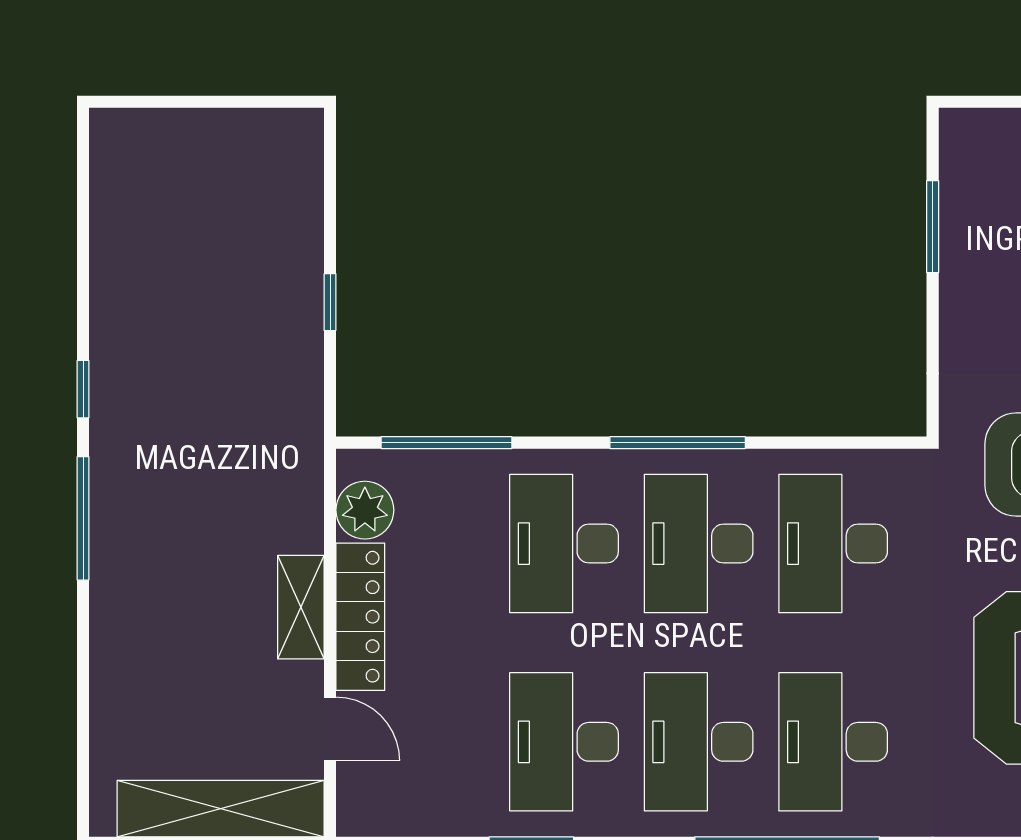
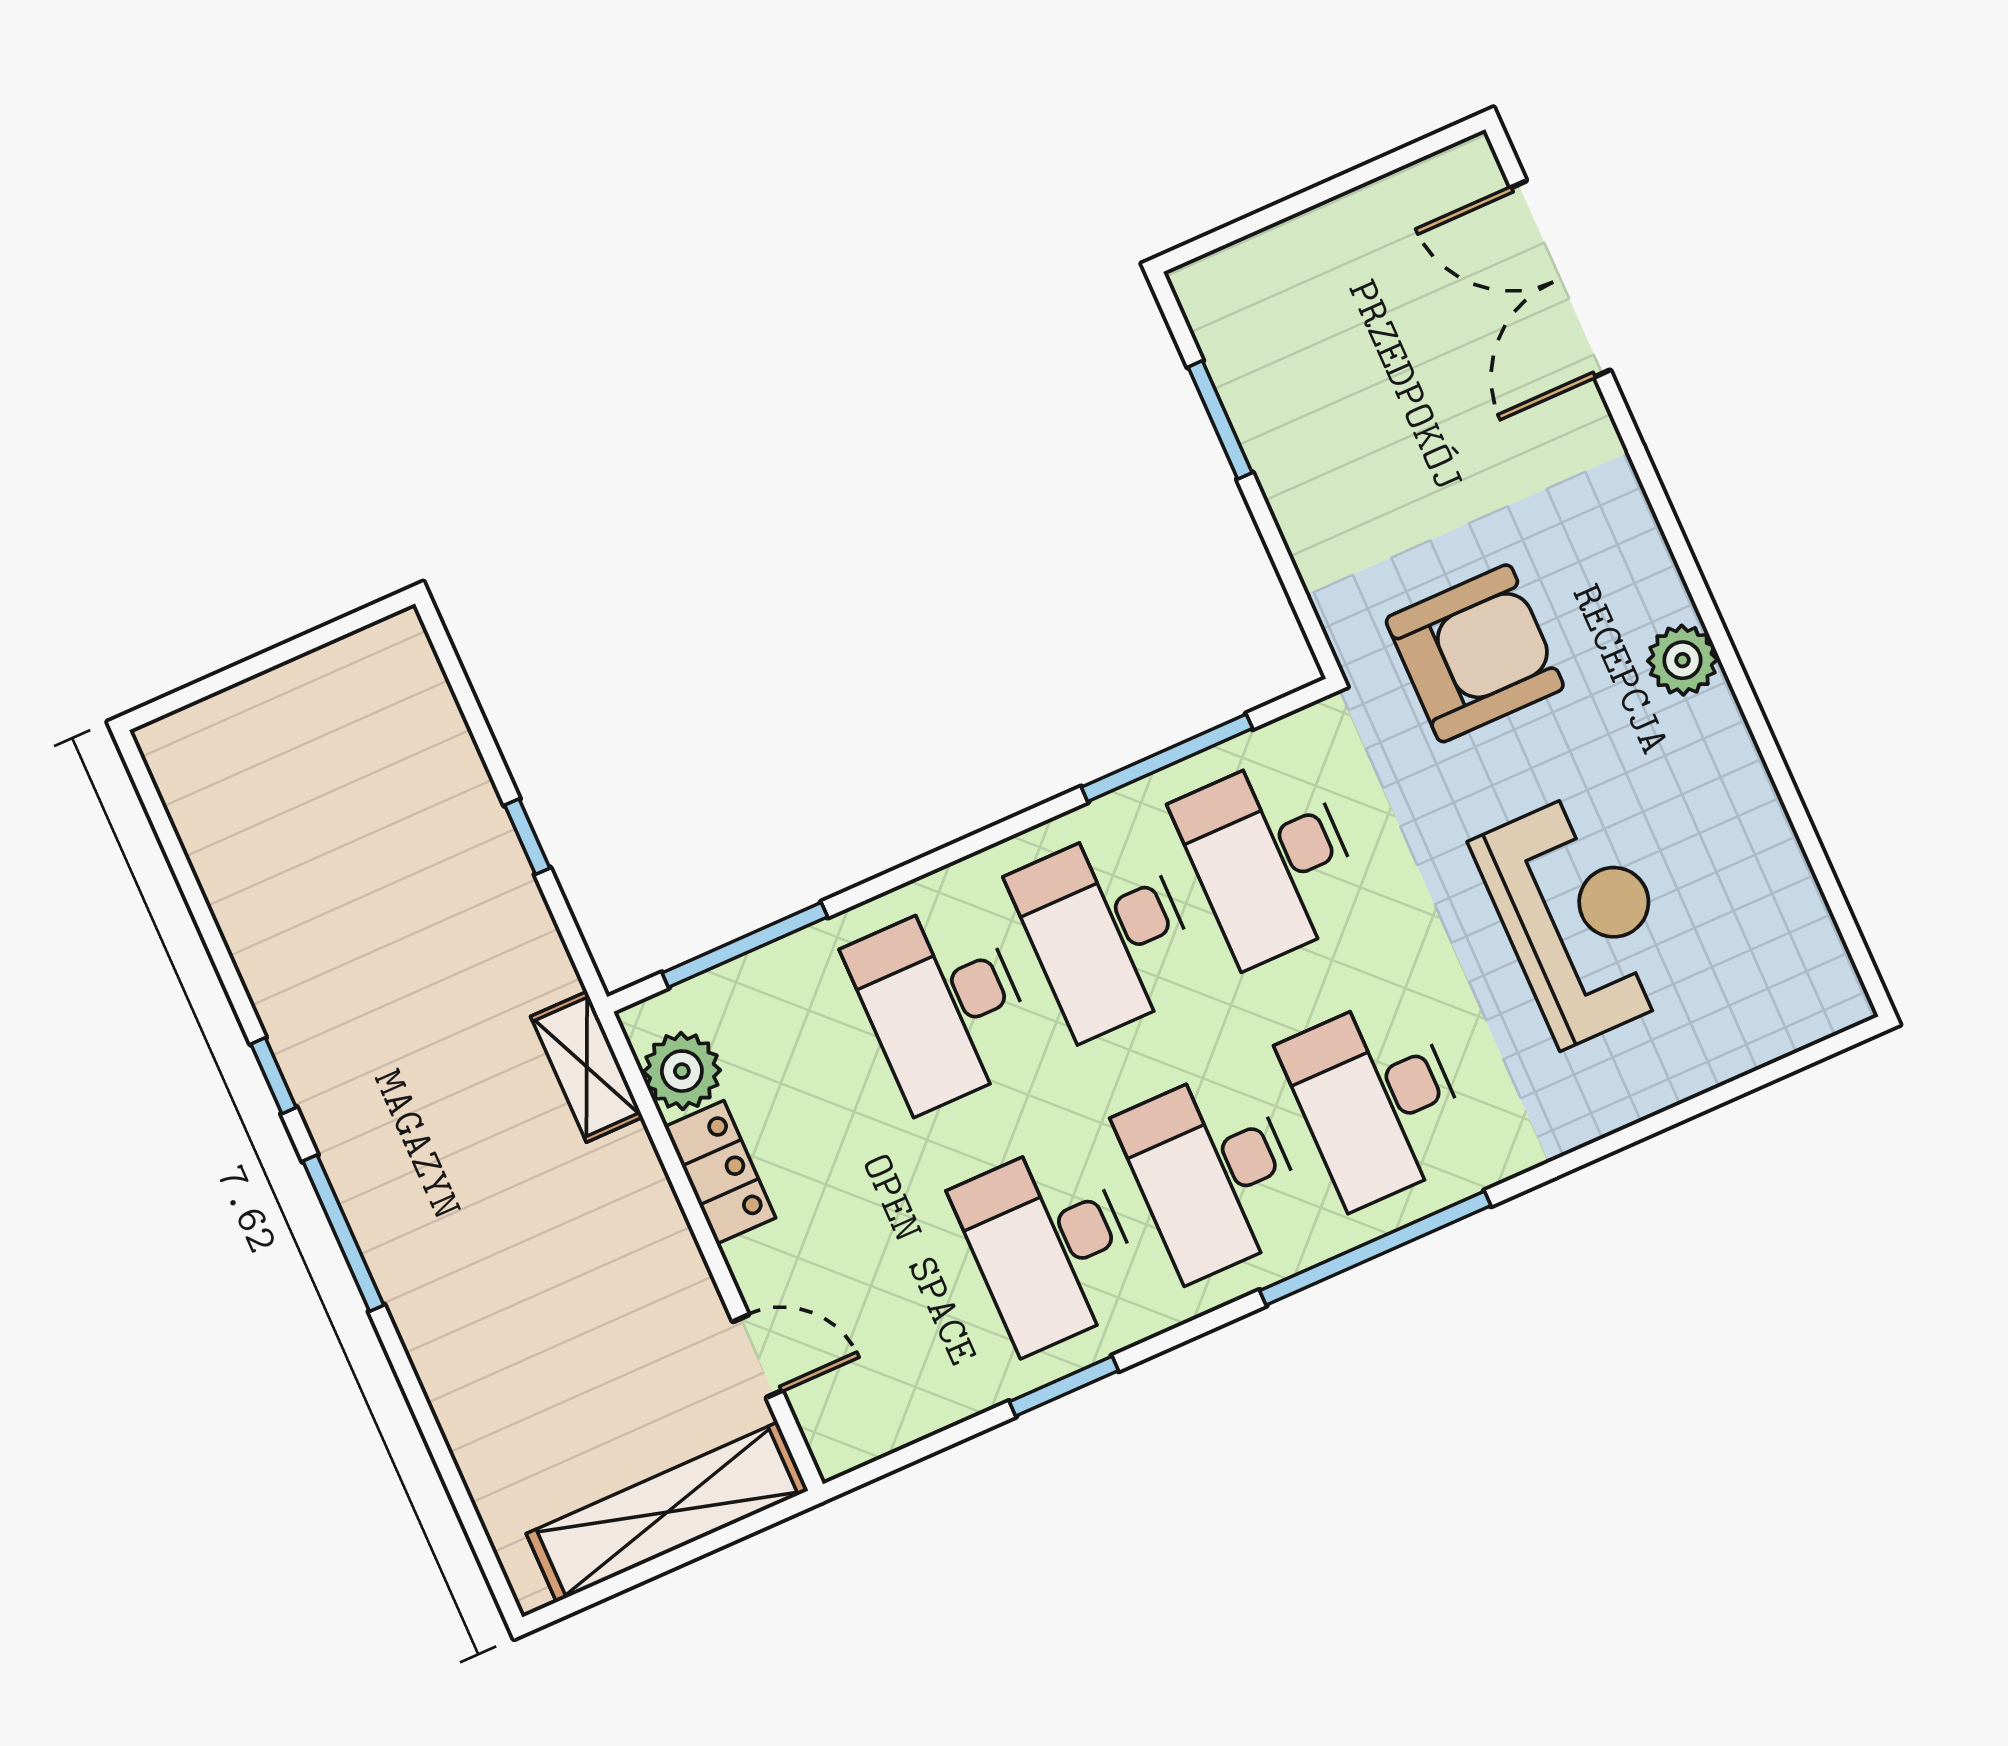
window: (678, 443) -> (1167, 758), moved
shelving: (301, 607) -> (587, 1067), moved
locker: (360, 617) -> (720, 1172), width x0.66

